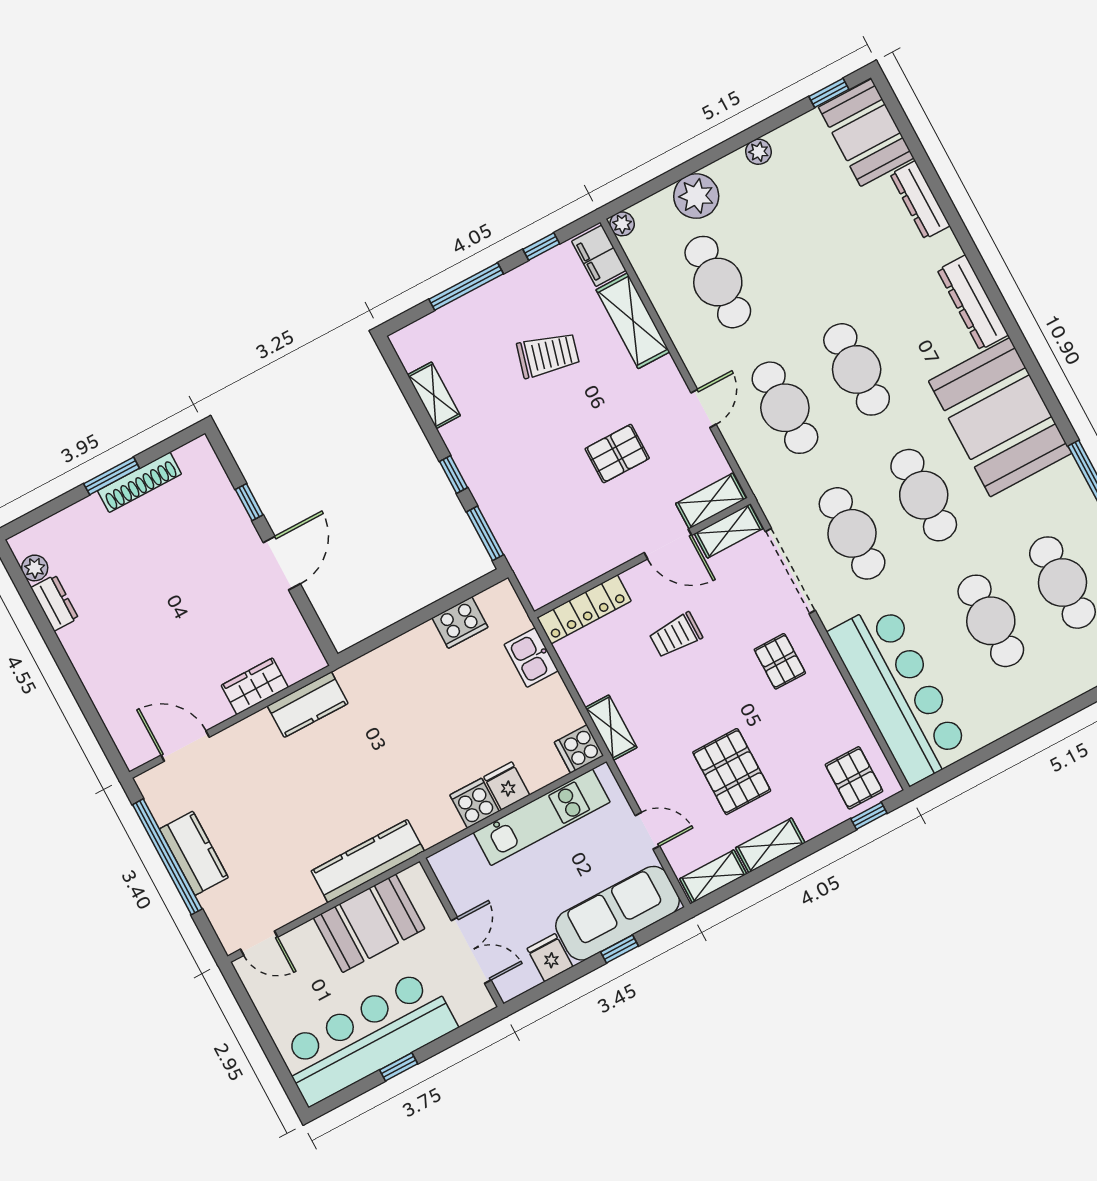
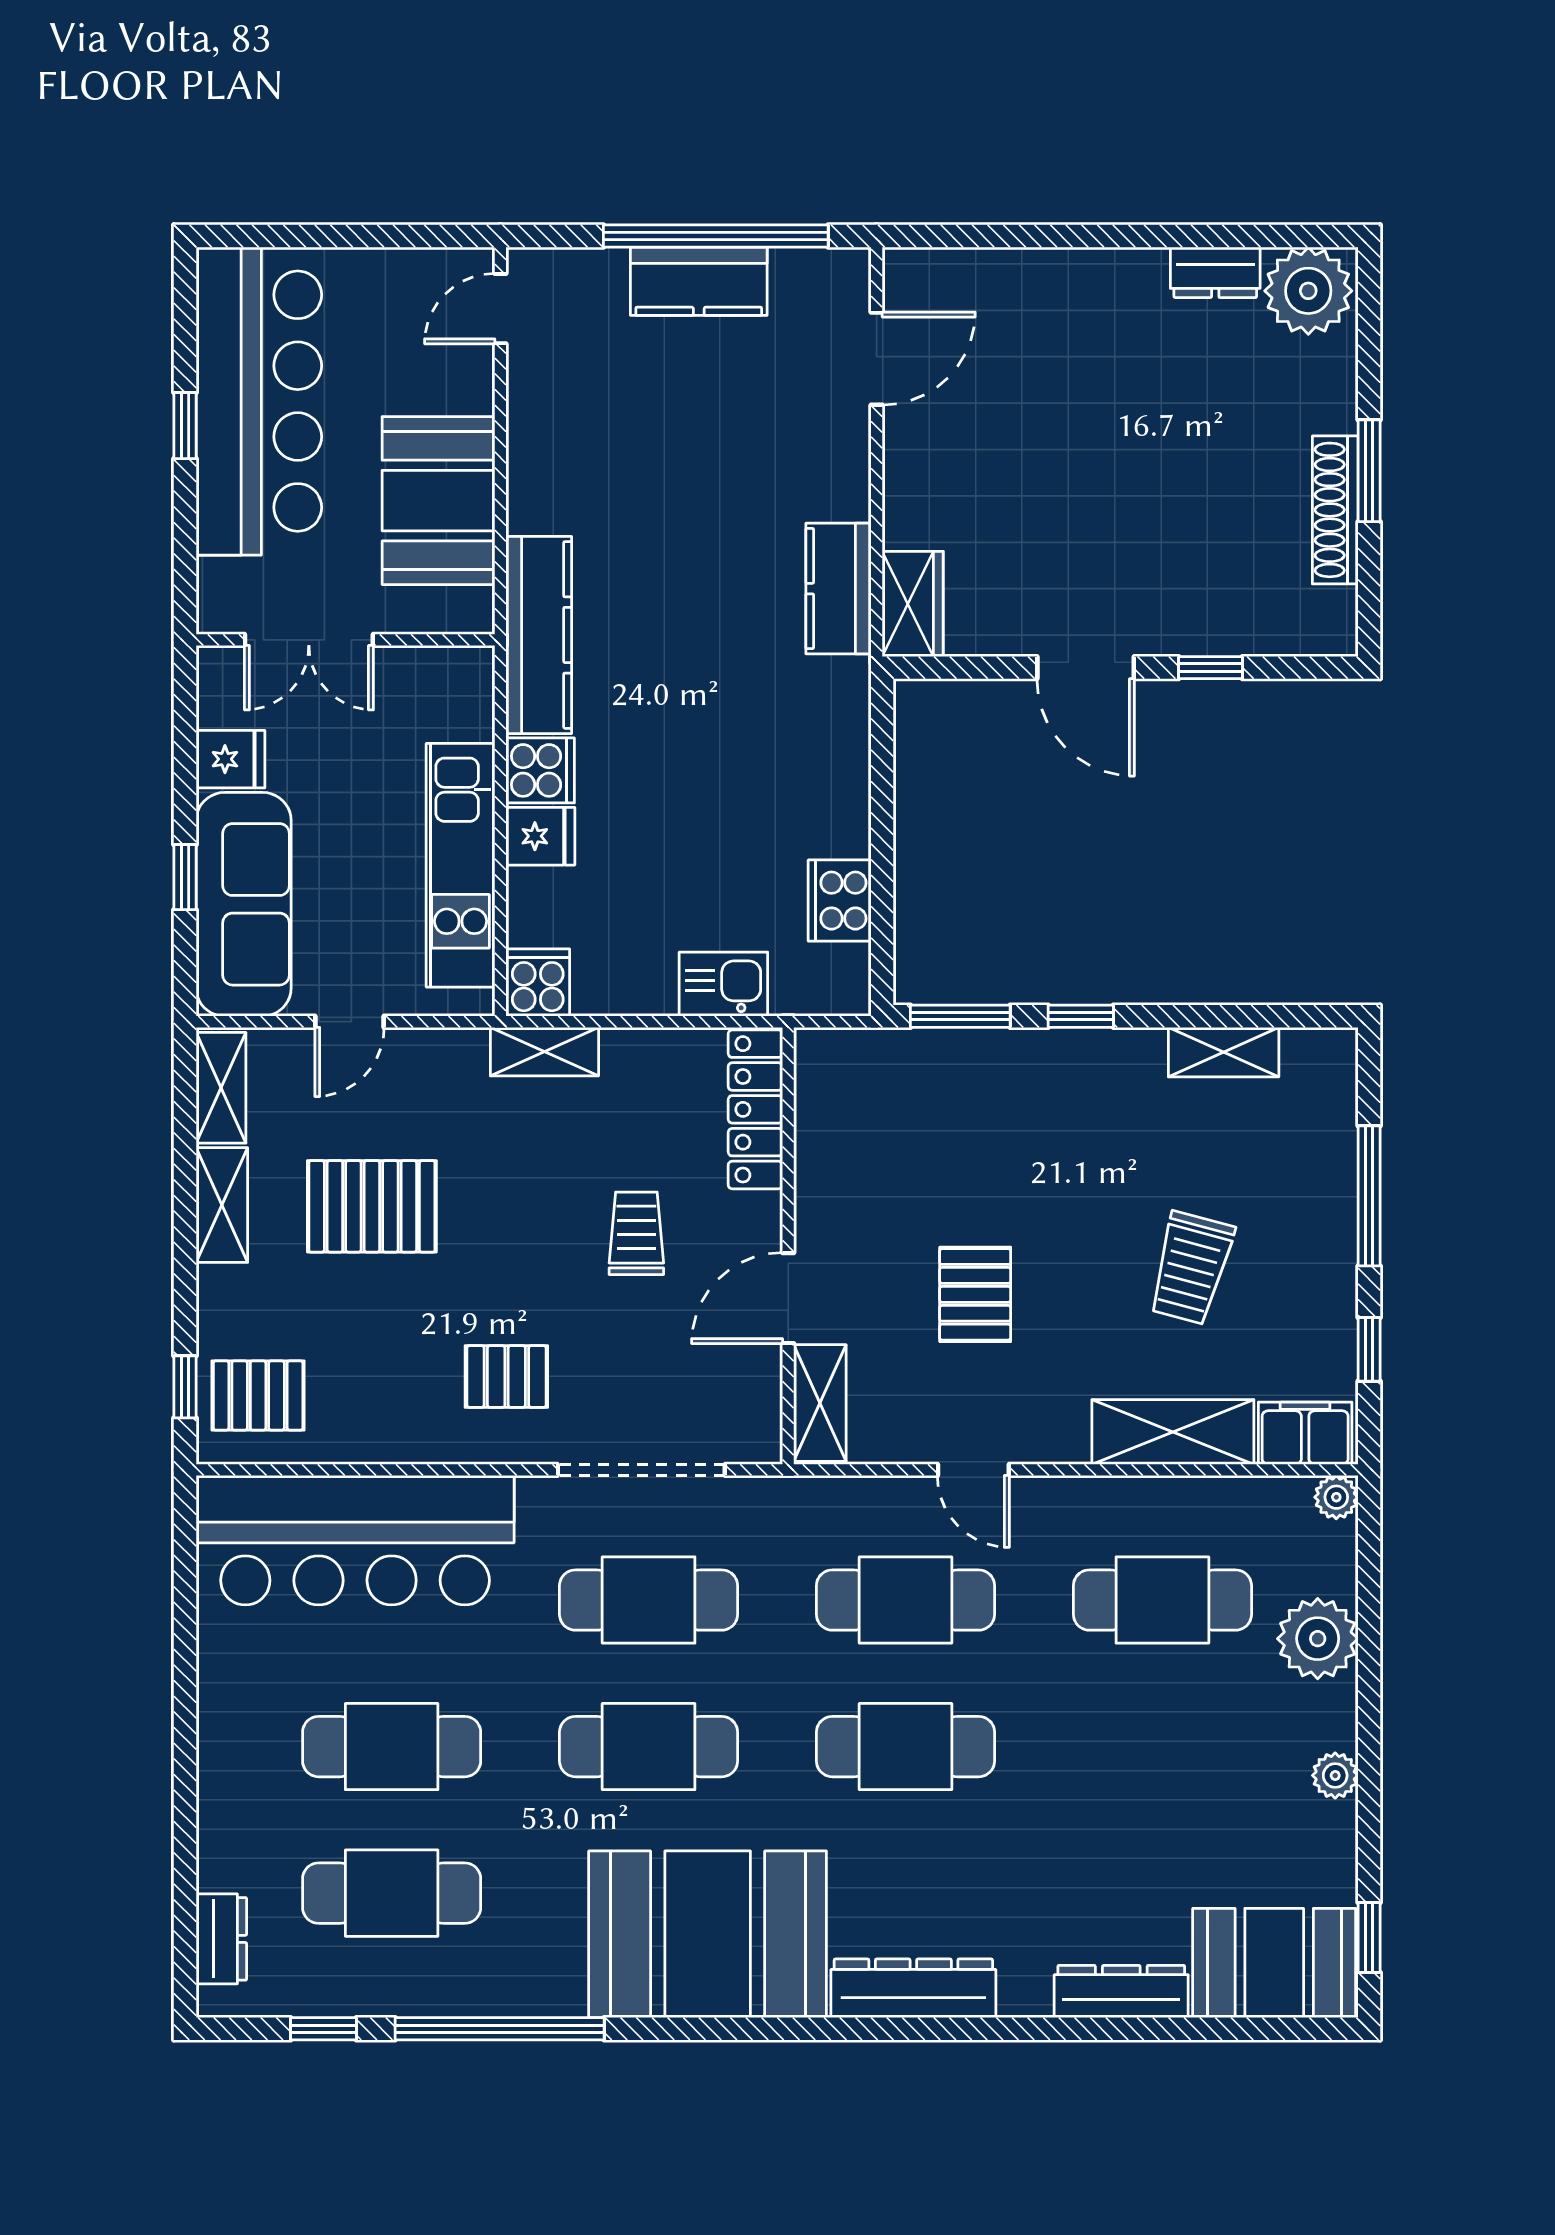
shelving: (729, 531) -> (757, 1406), removed
plant: (35, 568) -> (1308, 291), width x1.88, depth x1.88
wardrobe: (255, 686) -> (913, 604), moved
kitchen counter: (368, 861) -> (539, 635), moved

